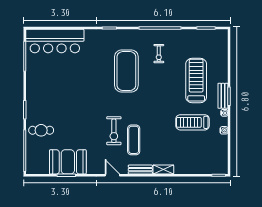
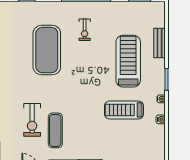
bench: (223, 96) -> (160, 43), moved

